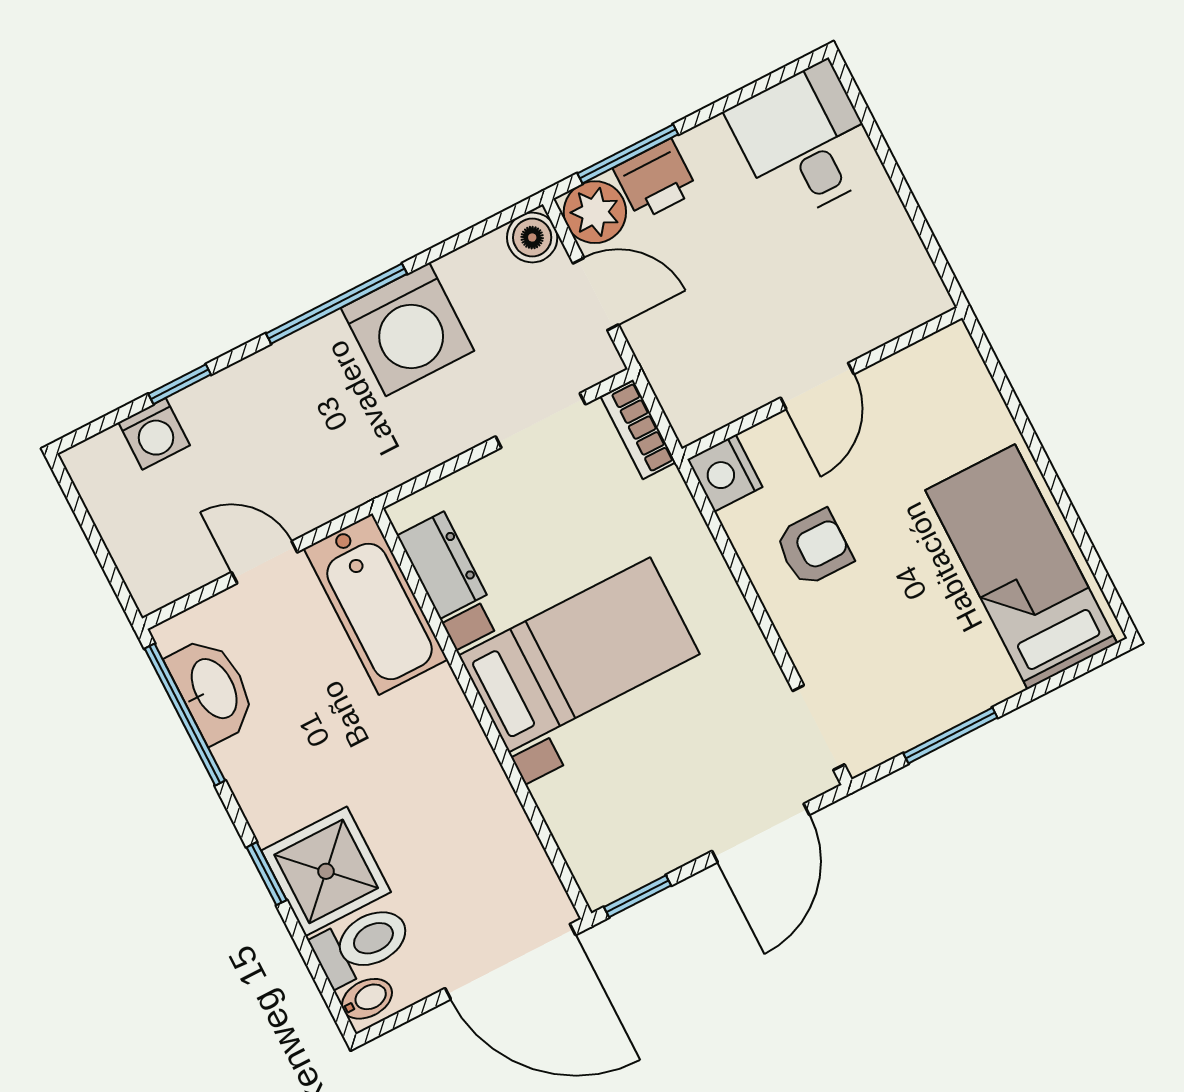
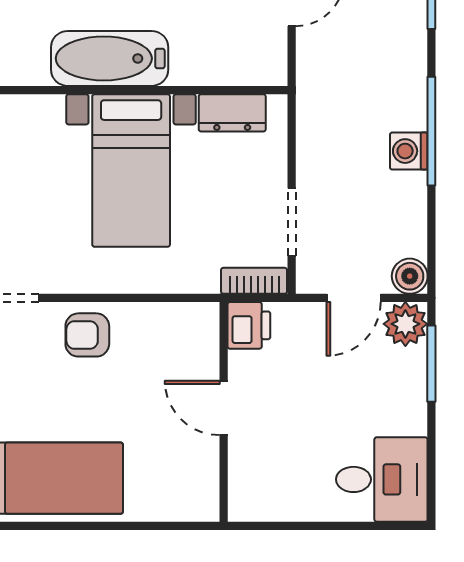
printer: (655, 180) -> (249, 325), moved, turned 180
washing machine: (408, 329) -> (409, 151), width x0.53, depth x0.53
nightstand: (725, 473) -> (199, 321), removed
armchair: (814, 548) -> (87, 335), moved, turned 90
bathtub: (376, 604) -> (110, 58), moved

